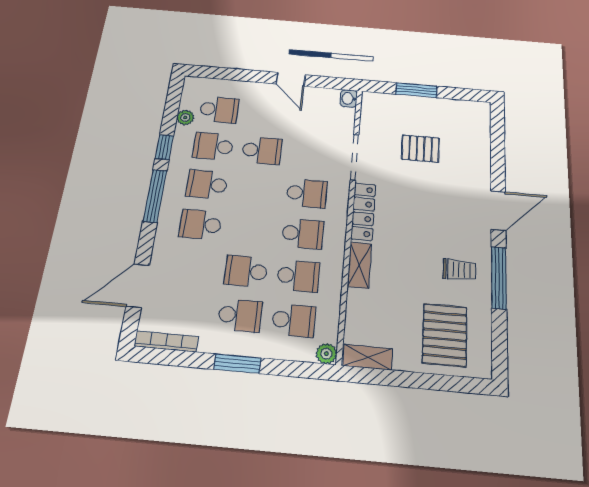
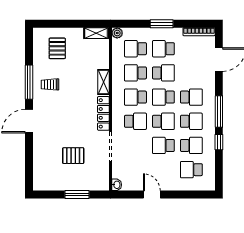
plant: (185, 117) -> (210, 163), removed
school desk: (257, 189) -> (163, 121), added
school desk: (307, 193) -> (135, 121), turned 180
school desk: (251, 229) -> (163, 97), added
pallet: (445, 335) -> (57, 48), width x0.67, depth x0.71

